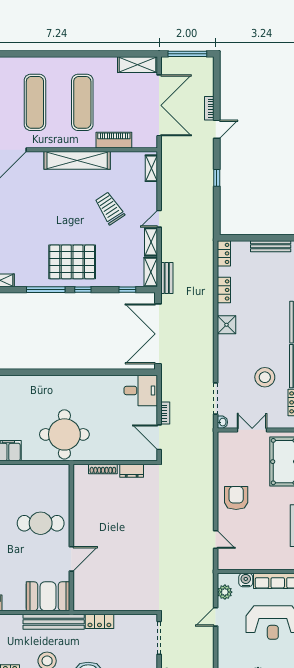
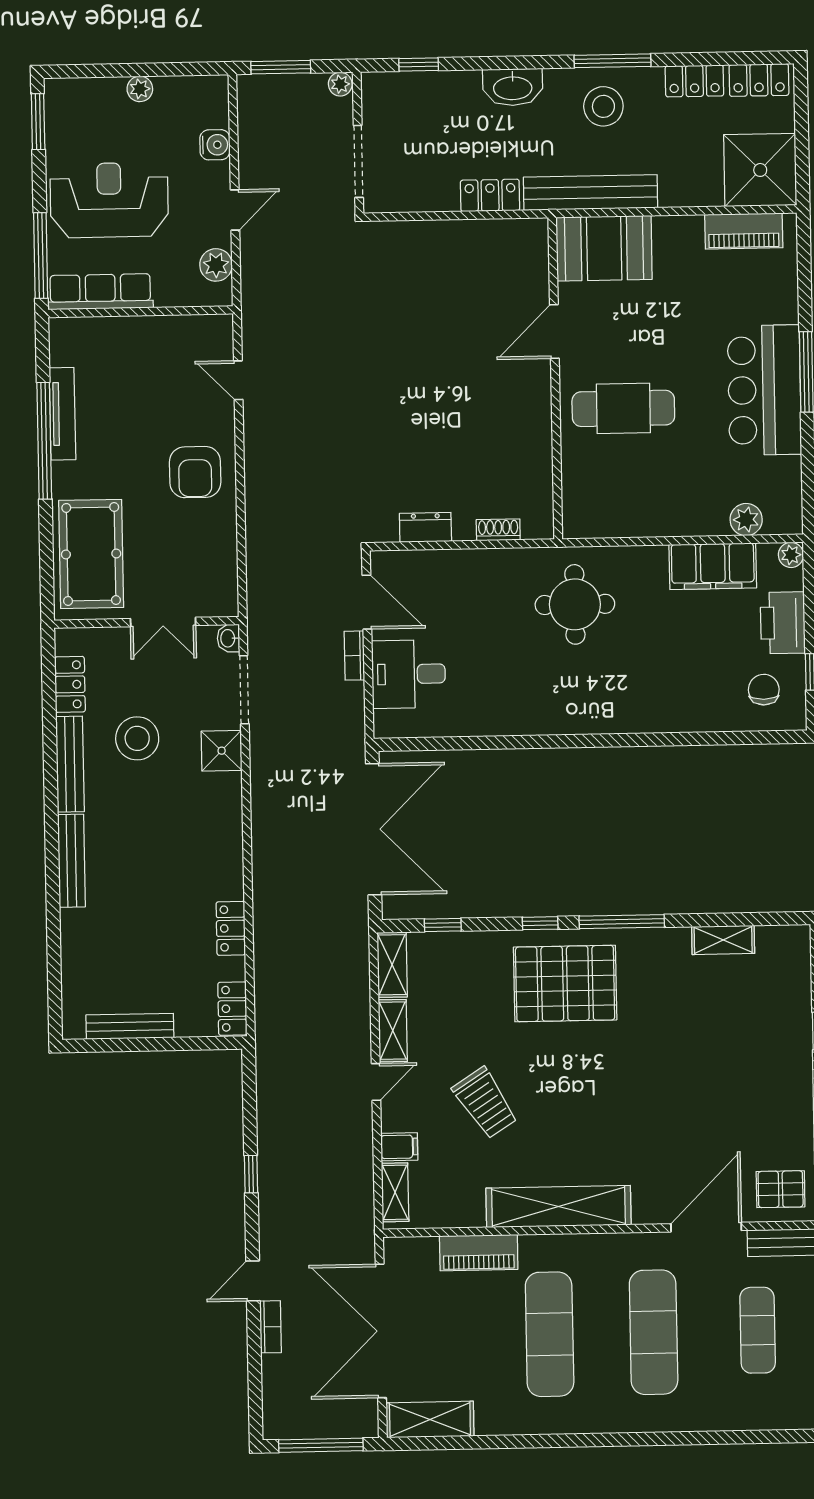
filing cabinet: (149, 189) -> (399, 1147), added
bench: (167, 278) -> (357, 952), removed
shower: (226, 325) -> (222, 751), moved
desk: (141, 391) -> (409, 674), moved
round table: (64, 434) -> (575, 604), width x0.73, depth x0.73
shoe rack: (103, 469) -> (498, 530), width x0.70
water cooler: (246, 580) -> (215, 145), moved, turned -90

